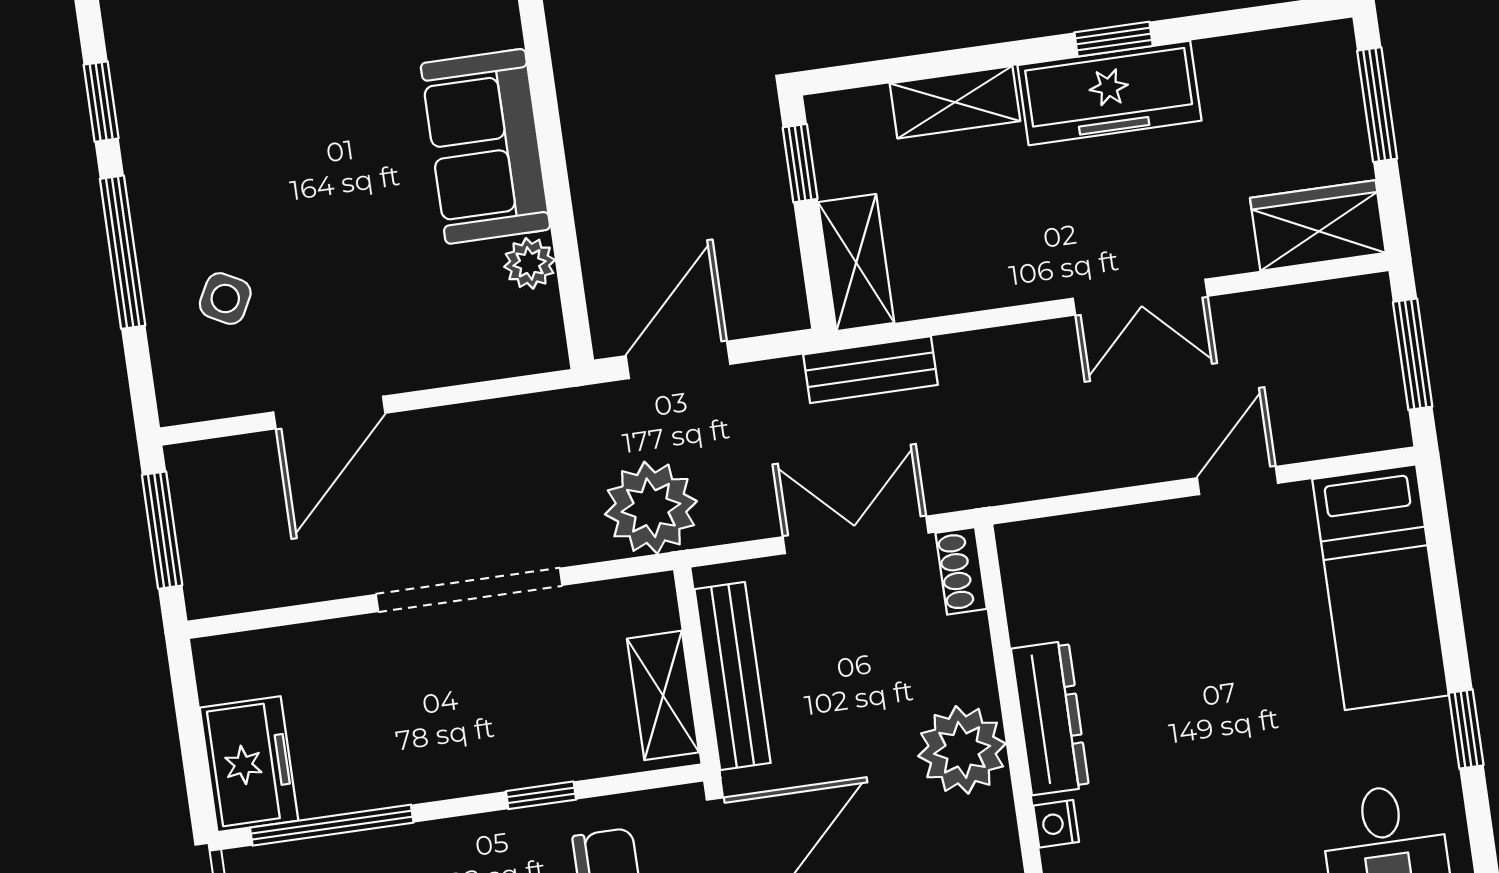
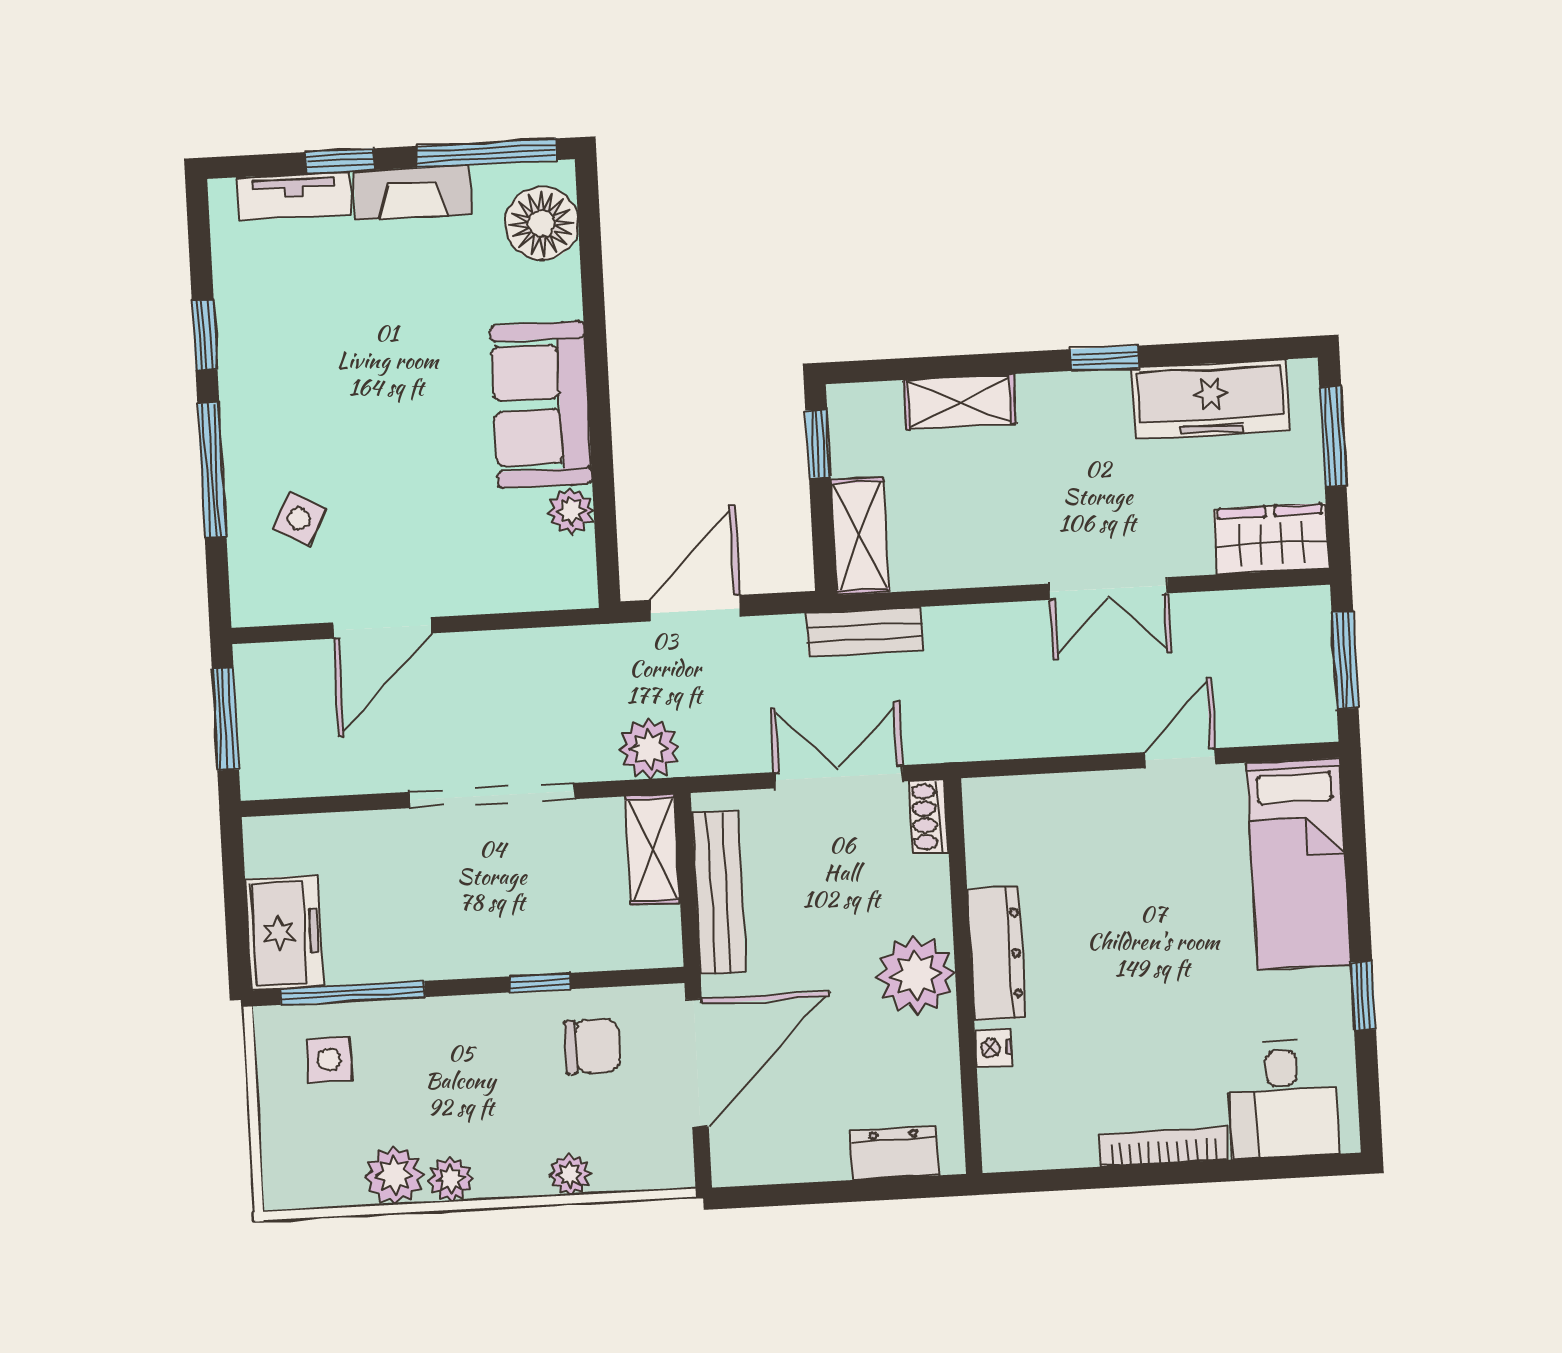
freezer: (1109, 93) -> (1210, 399), moved
plant: (651, 508) -> (649, 748), width x0.73, depth x0.73
shelving: (663, 695) -> (653, 850), moved

